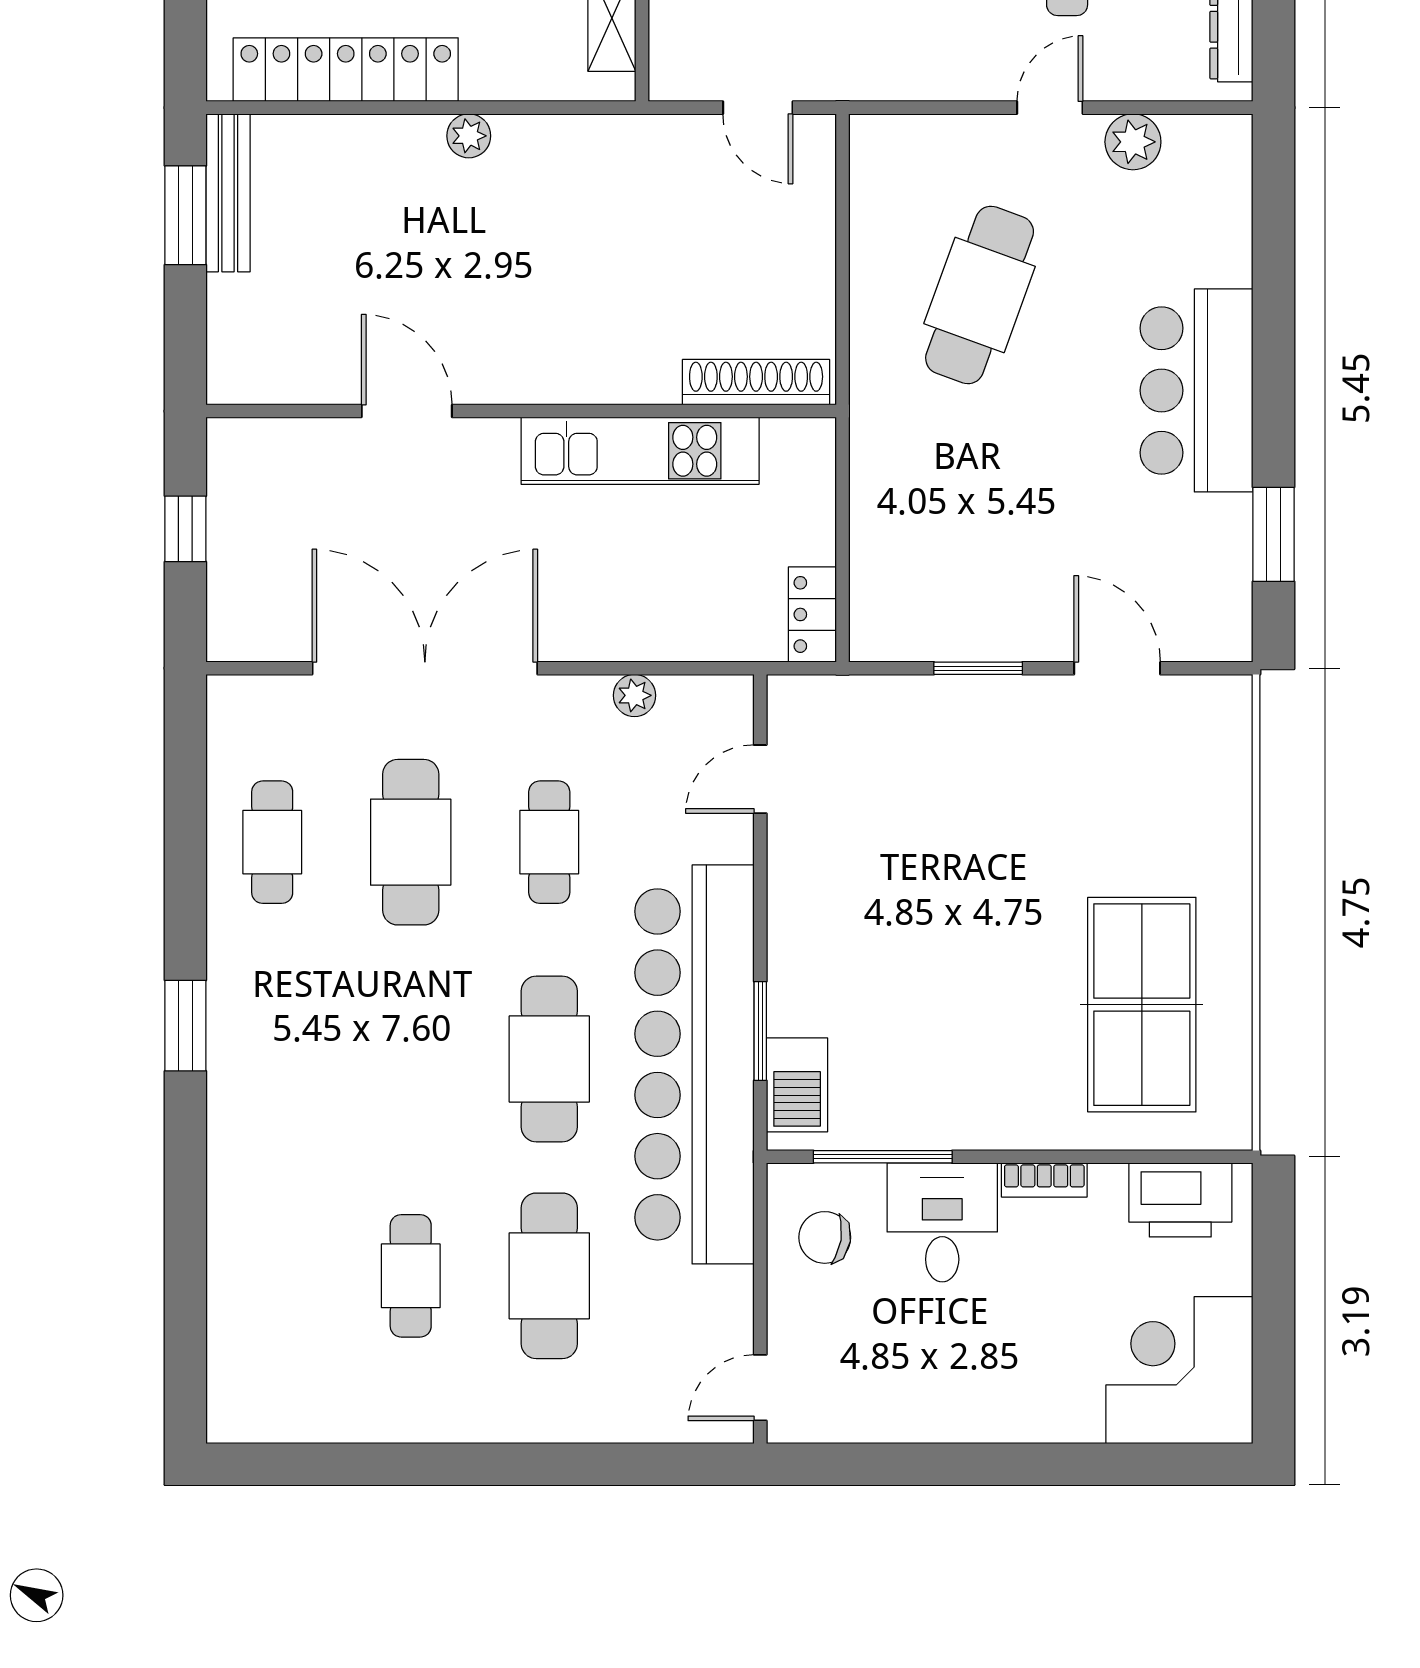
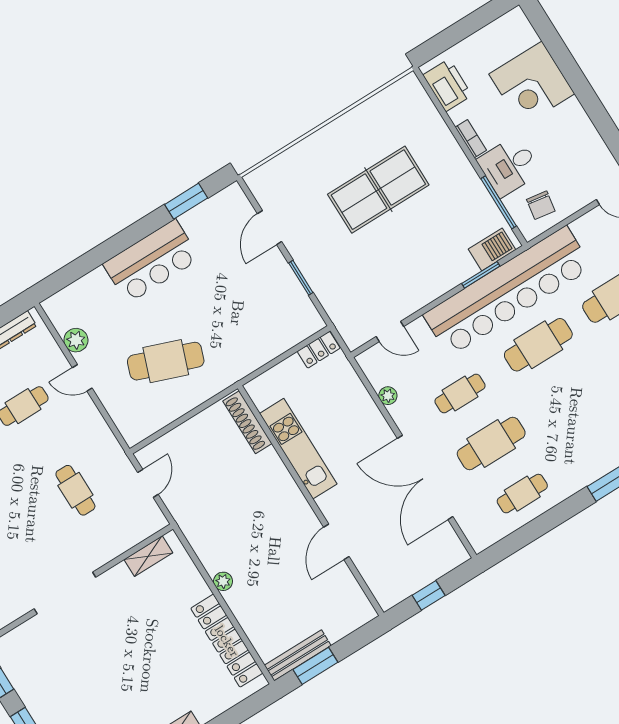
table tennis table: (1142, 1005) -> (378, 190), moved
corner desk: (1179, 1370) -> (532, 84), moved

